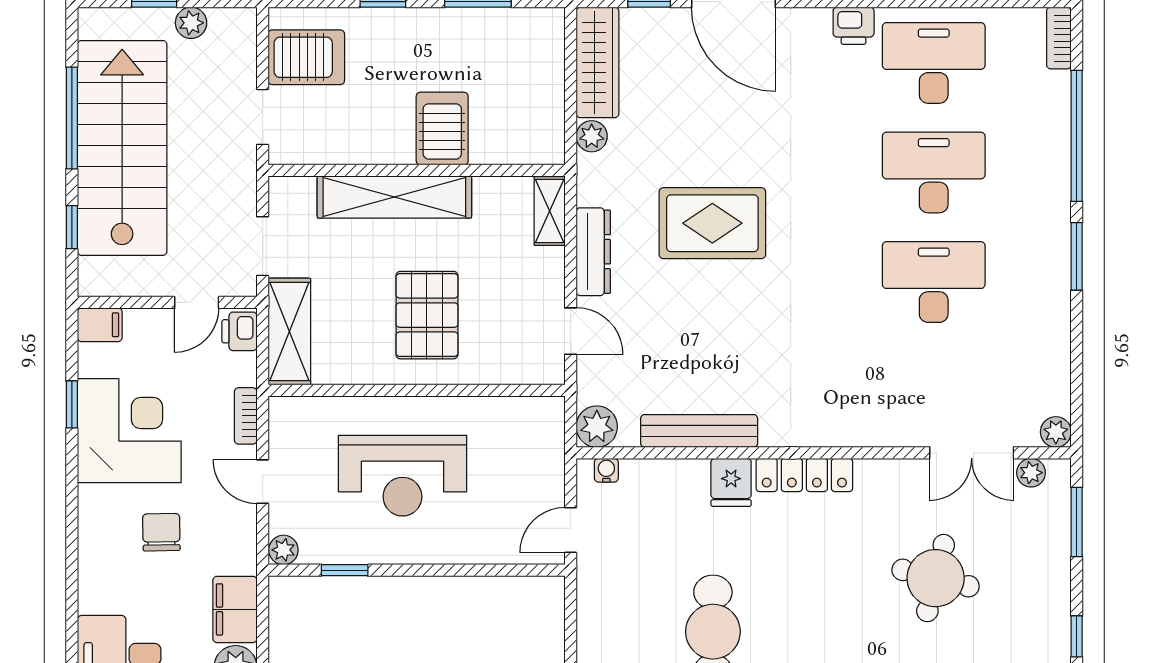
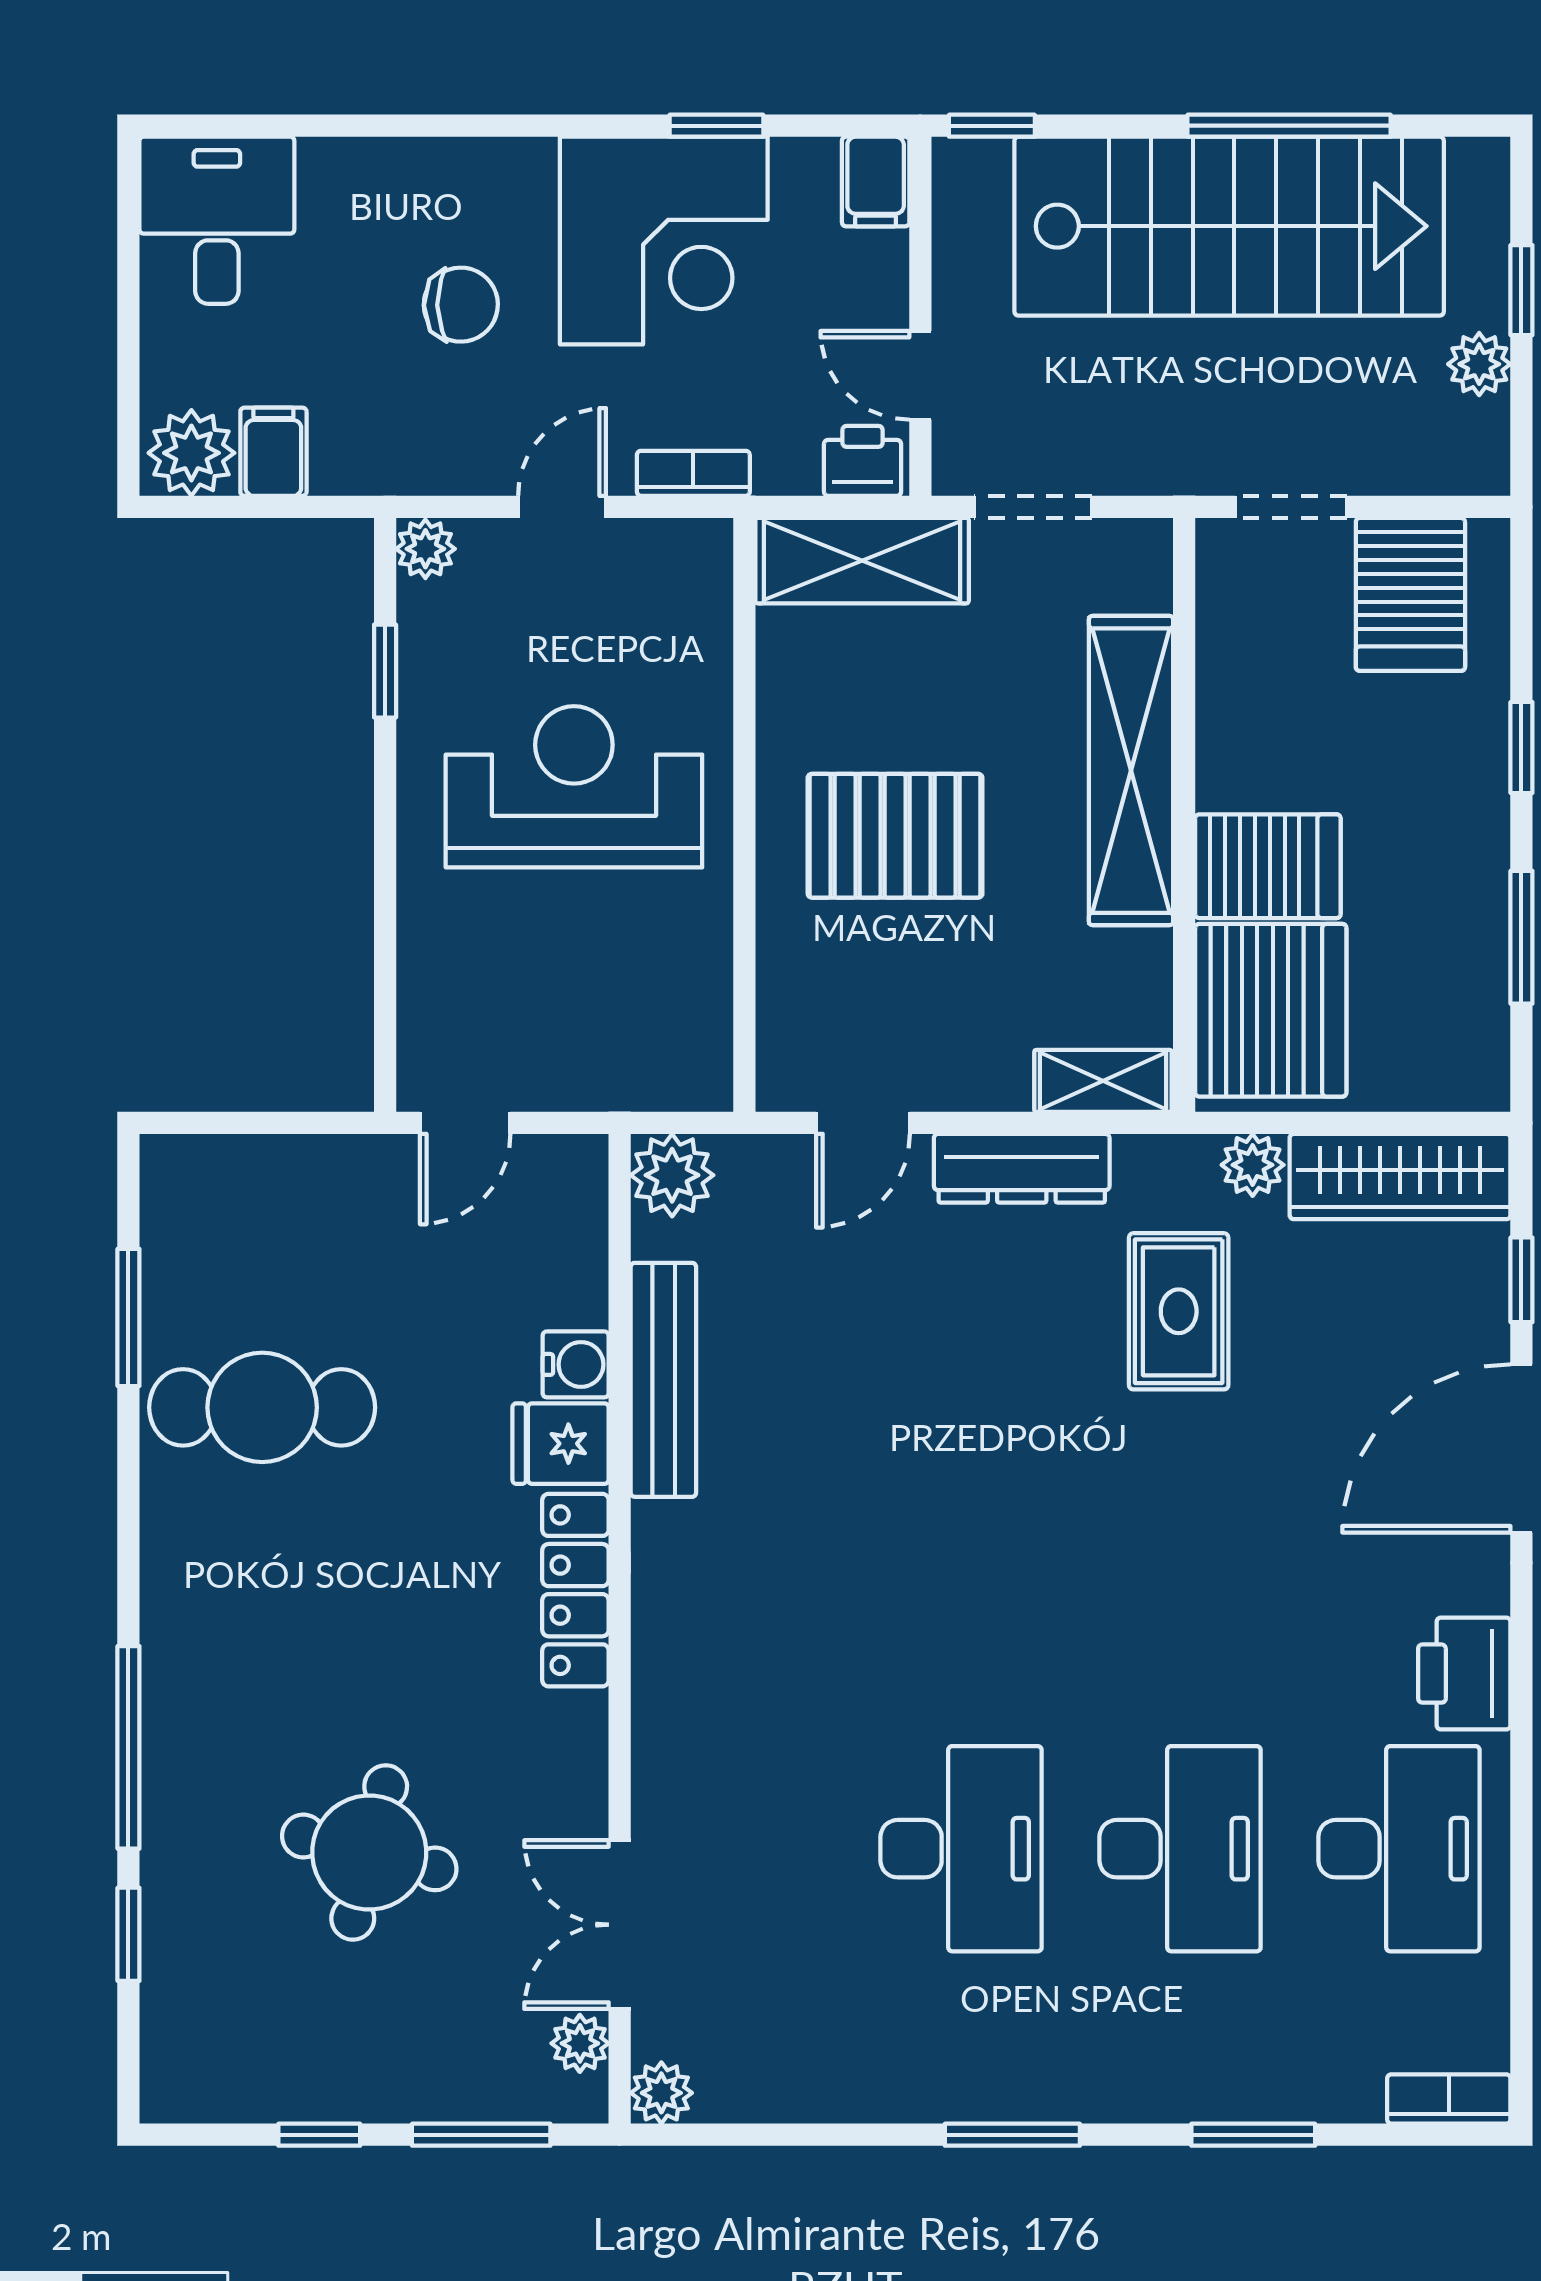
printer: (854, 26) -> (1464, 1674), width x1.36, depth x1.24
server rack: (514, 127) -> (1271, 1010), added
window: (1077, 136) -> (1253, 2135), width x0.47
rug: (712, 223) -> (1179, 1311), moved, width x0.73, depth x0.70
window: (72, 227) -> (992, 126), moved
water cooler: (606, 470) -> (576, 1364), moved, width x1.38, depth x1.38
reception desk: (402, 476) -> (574, 787), turned 90
door: (571, 530) -> (465, 1123), swing flipped
filing cabinet: (235, 609) -> (273, 452), width x0.50
window: (1077, 636) -> (319, 2135), moved

